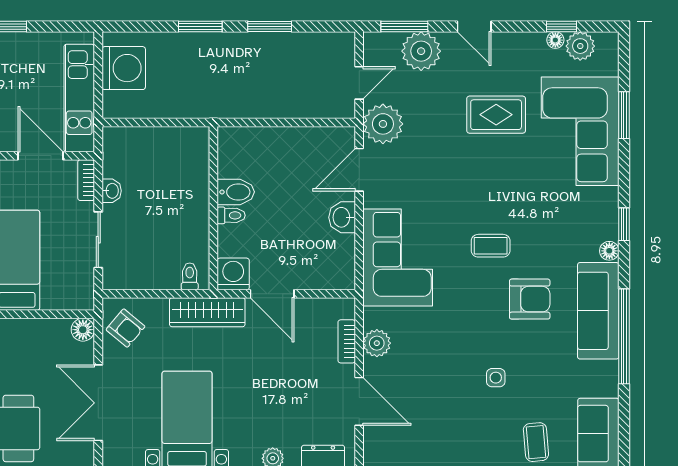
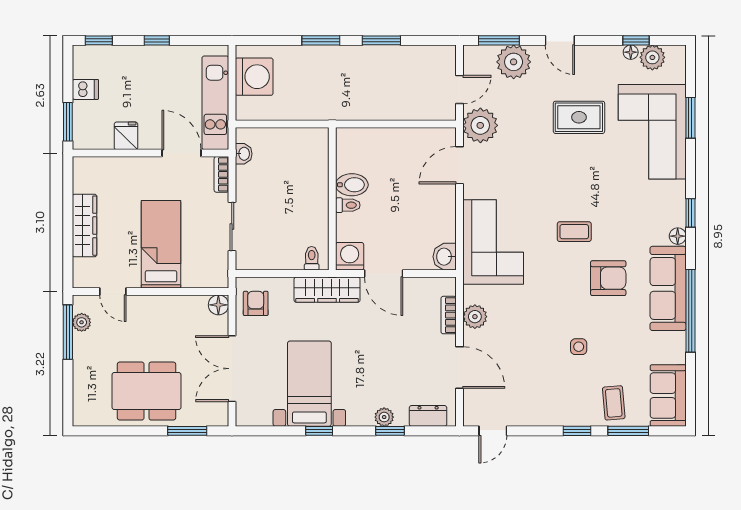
washbasin: (112, 191) -> (244, 154), moved
washbasin: (342, 217) -> (445, 257), moved
armchair: (125, 328) -> (256, 303), turned -130

